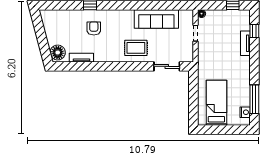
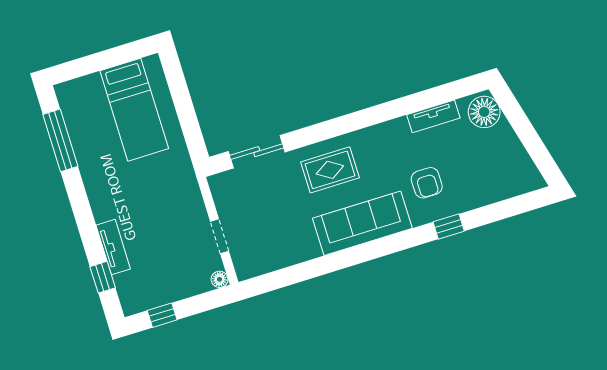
sofa: (156, 19) -> (362, 223), moved
nightstand: (245, 112) -> (71, 108), removed

